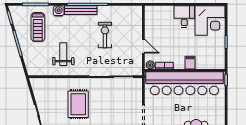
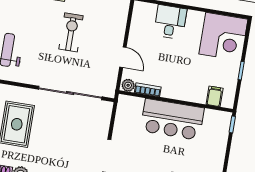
desk: (184, 17) -> (170, 22), moved
filing cabinet: (190, 63) -> (215, 96), moved
bar counter: (184, 83) -> (172, 119), width x0.54

